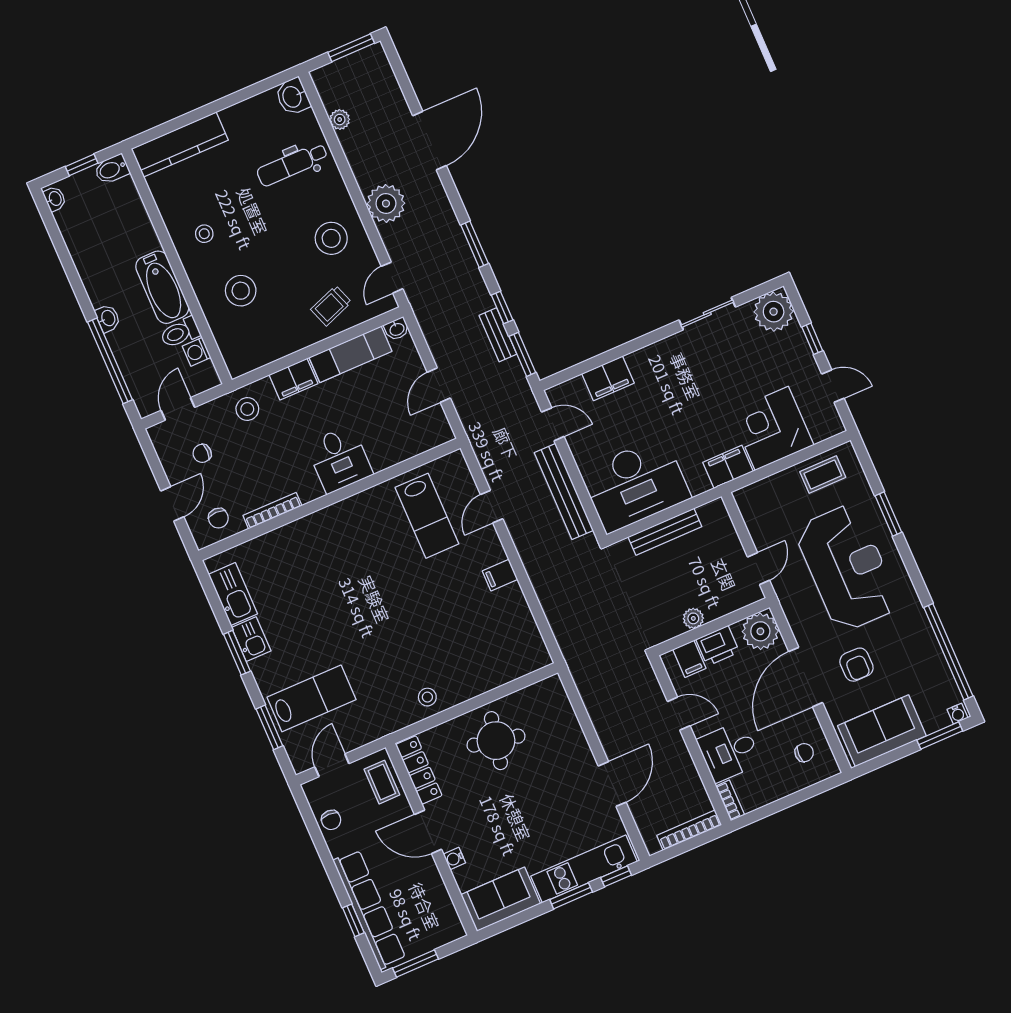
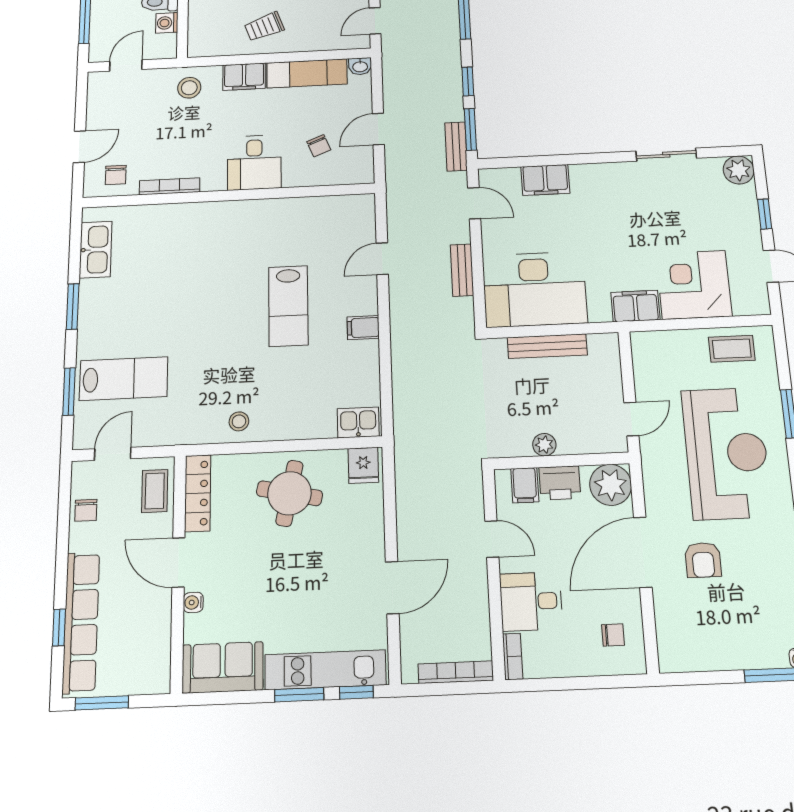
trolley: (331, 306) -> (264, 27), moved
plant: (774, 312) -> (739, 170), width x0.73, depth x0.73
bench: (498, 335) -> (456, 146), moved
chair: (202, 453) -> (319, 146), moved, turned -112
bench: (564, 491) -> (462, 270), width x0.54, depth x0.82
lab bench: (427, 516) -> (288, 306), moved
kitchen sink: (251, 639) -> (358, 422), moved, turned -90
fridge: (548, 694) -> (363, 465), added
sofa: (882, 731) -> (708, 644), removed

